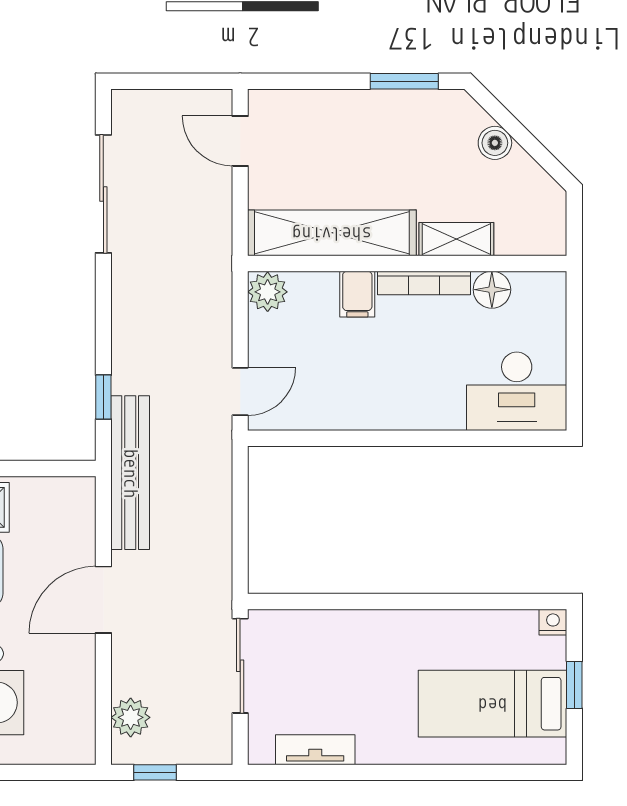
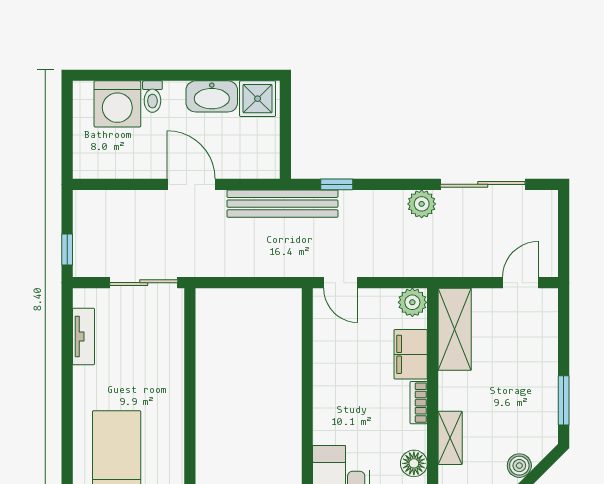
shelving: (332, 233) -> (455, 329), width x0.68
bookcase: (424, 283) -> (419, 403), width x0.64
filing cabinet: (357, 294) -> (411, 354), width x2.00
plant: (131, 717) -> (422, 204), moved
window: (155, 772) -> (67, 249), moved

